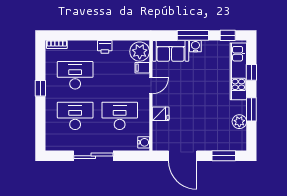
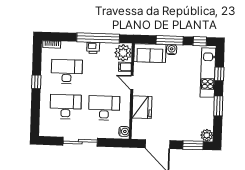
window: (110, 35) -> (98, 38), added
door: (151, 86) -> (132, 83), swing flipped
fridge: (161, 114) -> (142, 107), width x1.88, depth x1.34
plant: (239, 122) -> (207, 135), moved

